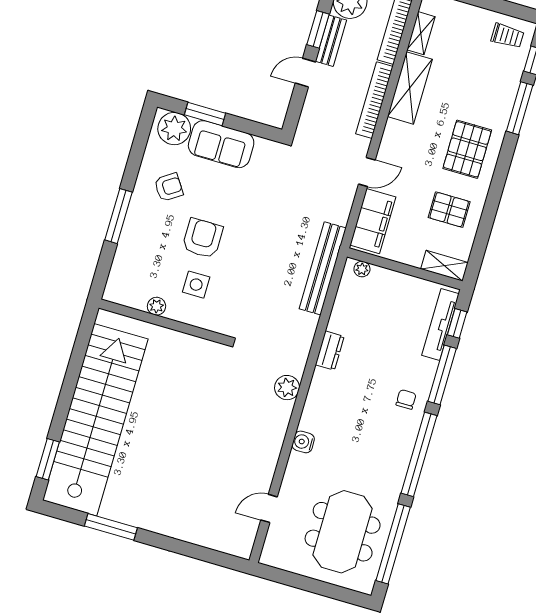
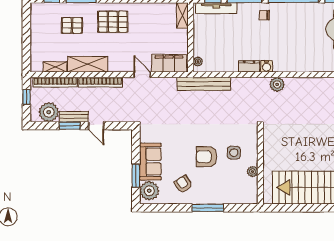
trolley: (507, 36) -> (42, 18), removed
pallet: (449, 210) -> (72, 25), moved, turned 90
water cooler: (303, 442) -> (267, 66), moved

